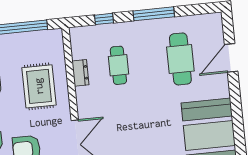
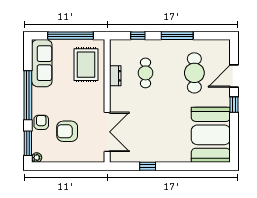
rug: (39, 86) -> (86, 65), moved
window: (235, 94) -> (234, 105), added

